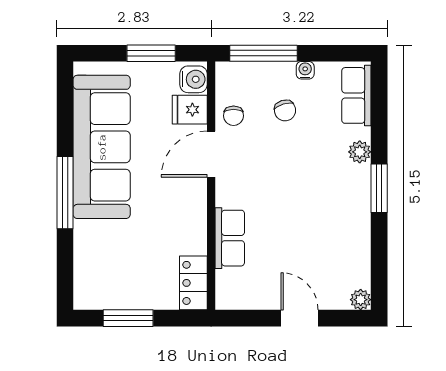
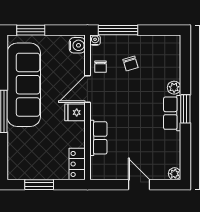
window: (151, 53) -> (31, 30), moved
water cooler: (305, 70) -> (95, 40), moved
row of seats: (356, 95) -> (172, 113), moved
fridge: (190, 110) -> (75, 112), moved

